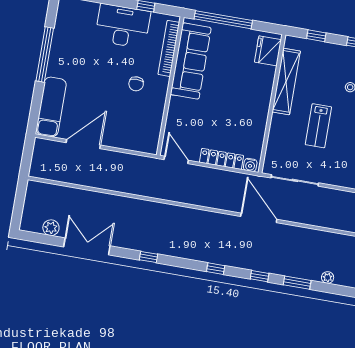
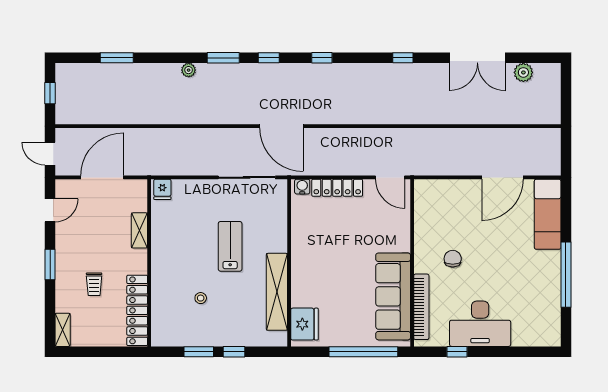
window: (316, 36) -> (234, 352), moved

